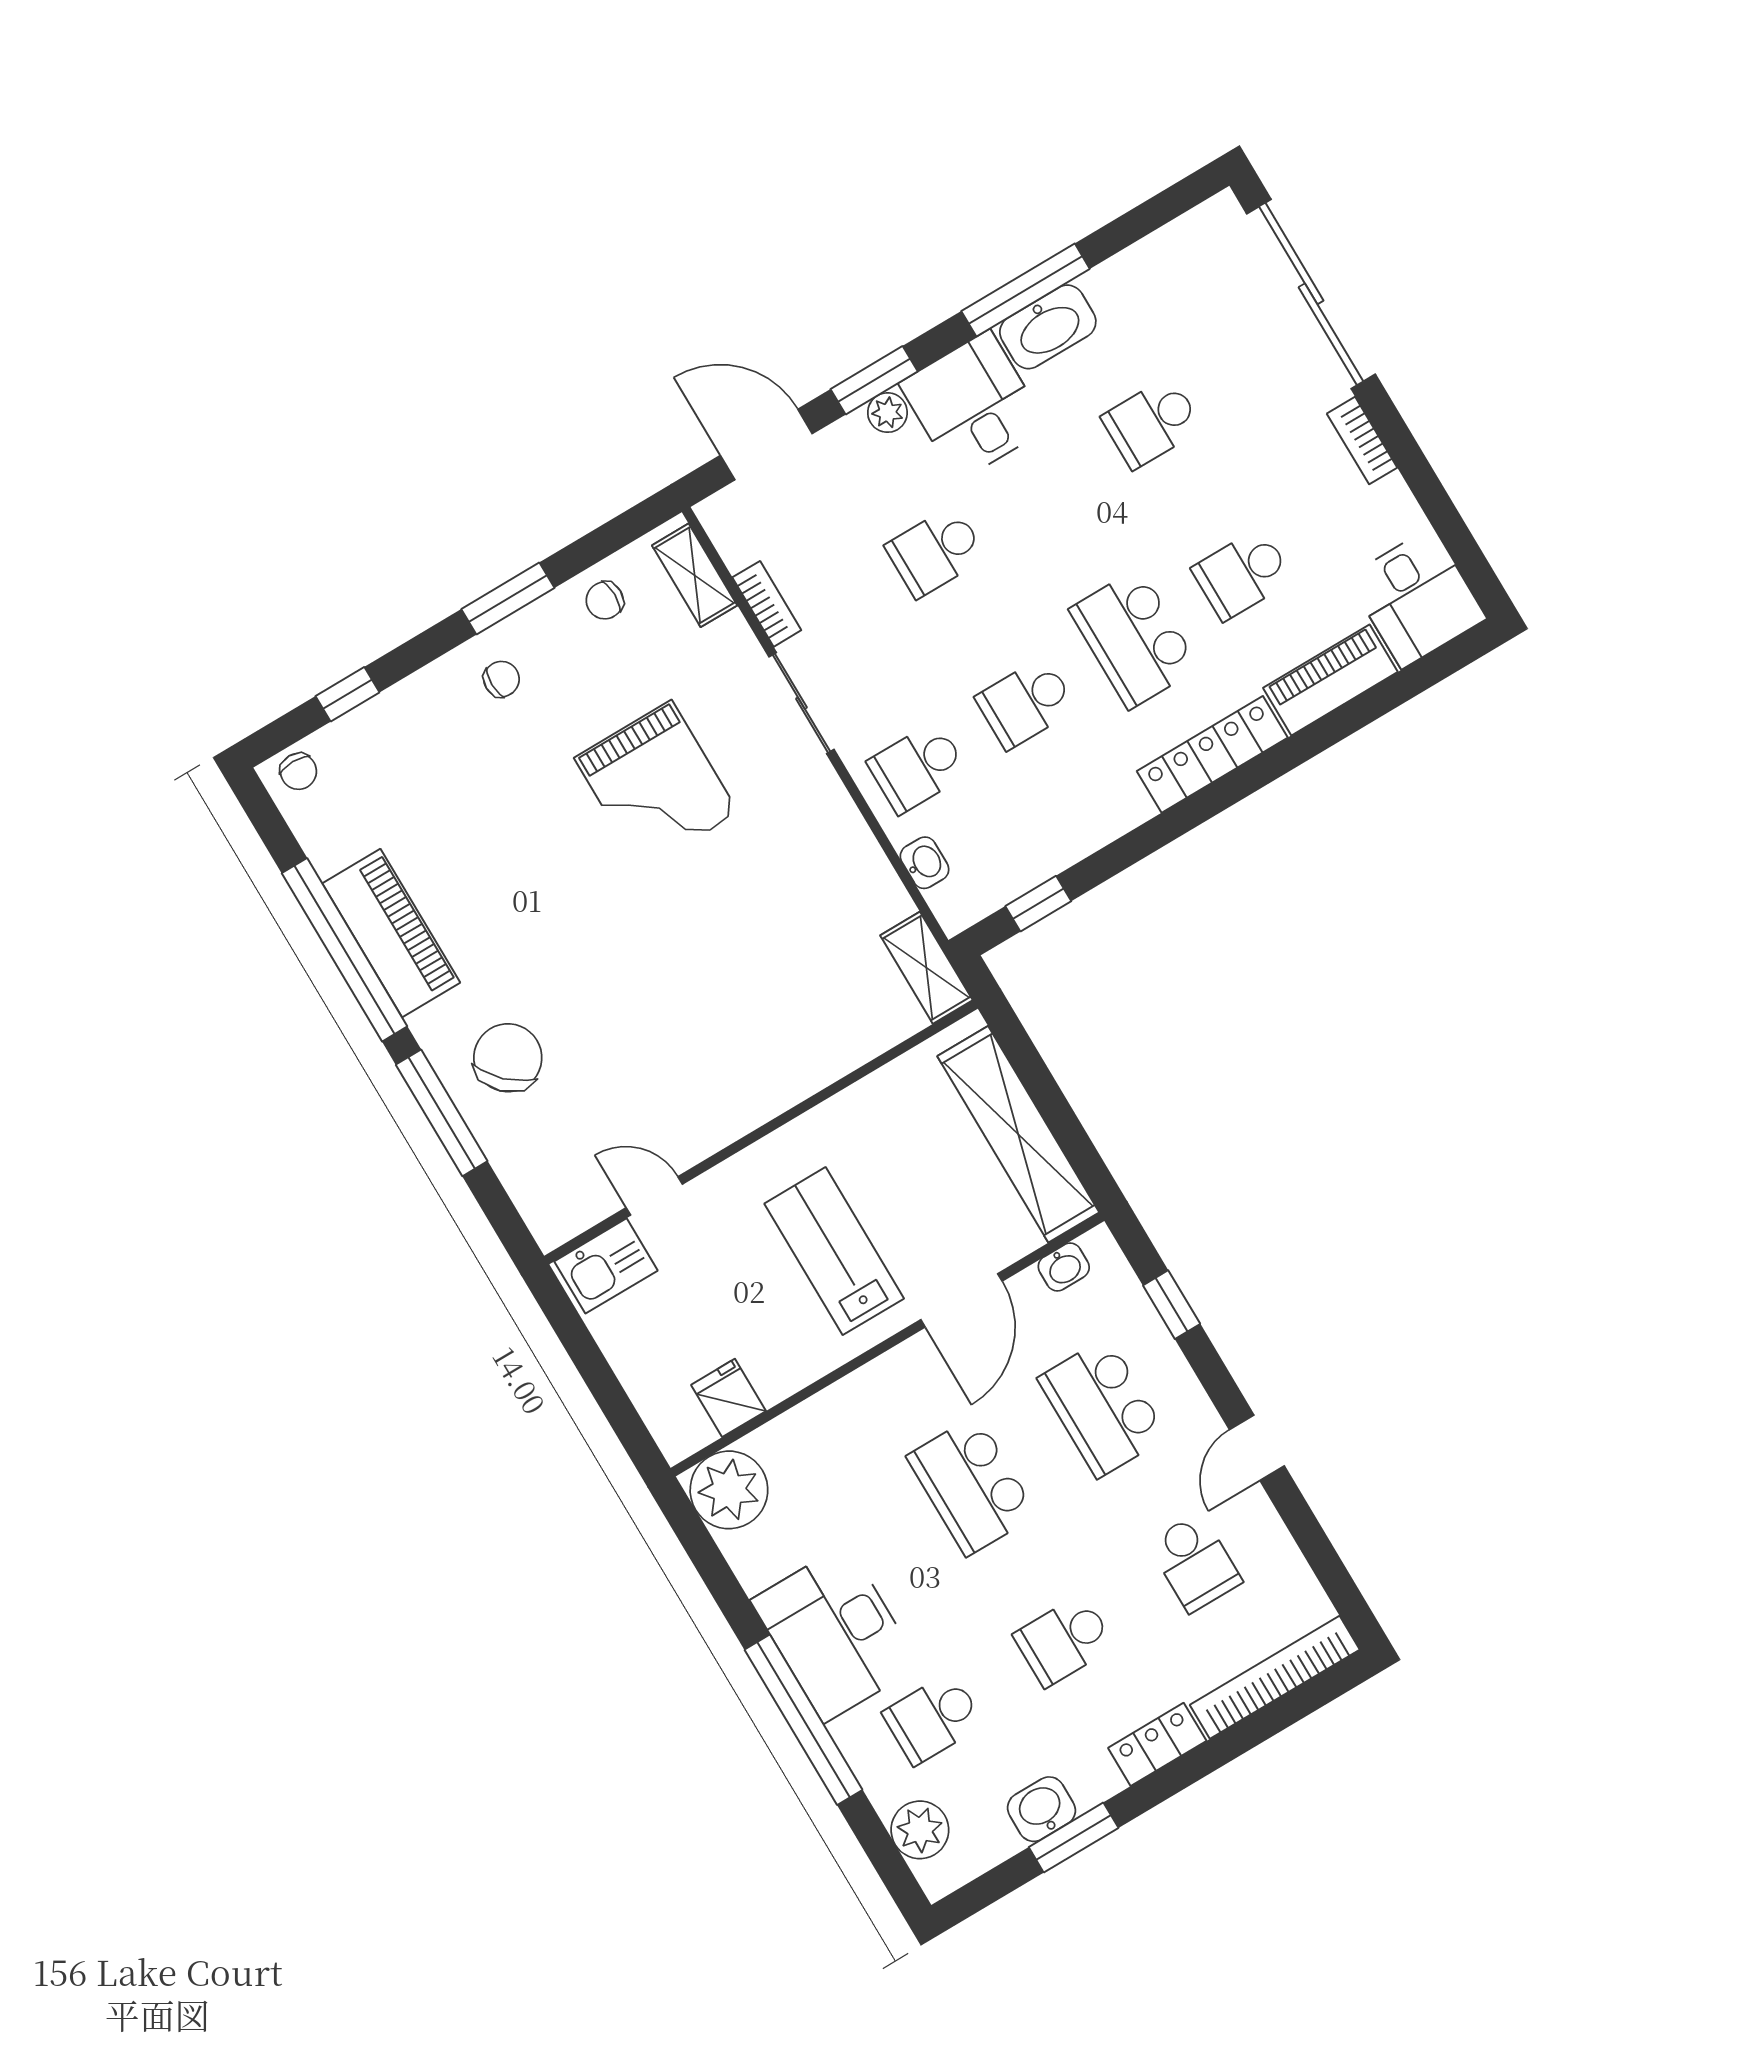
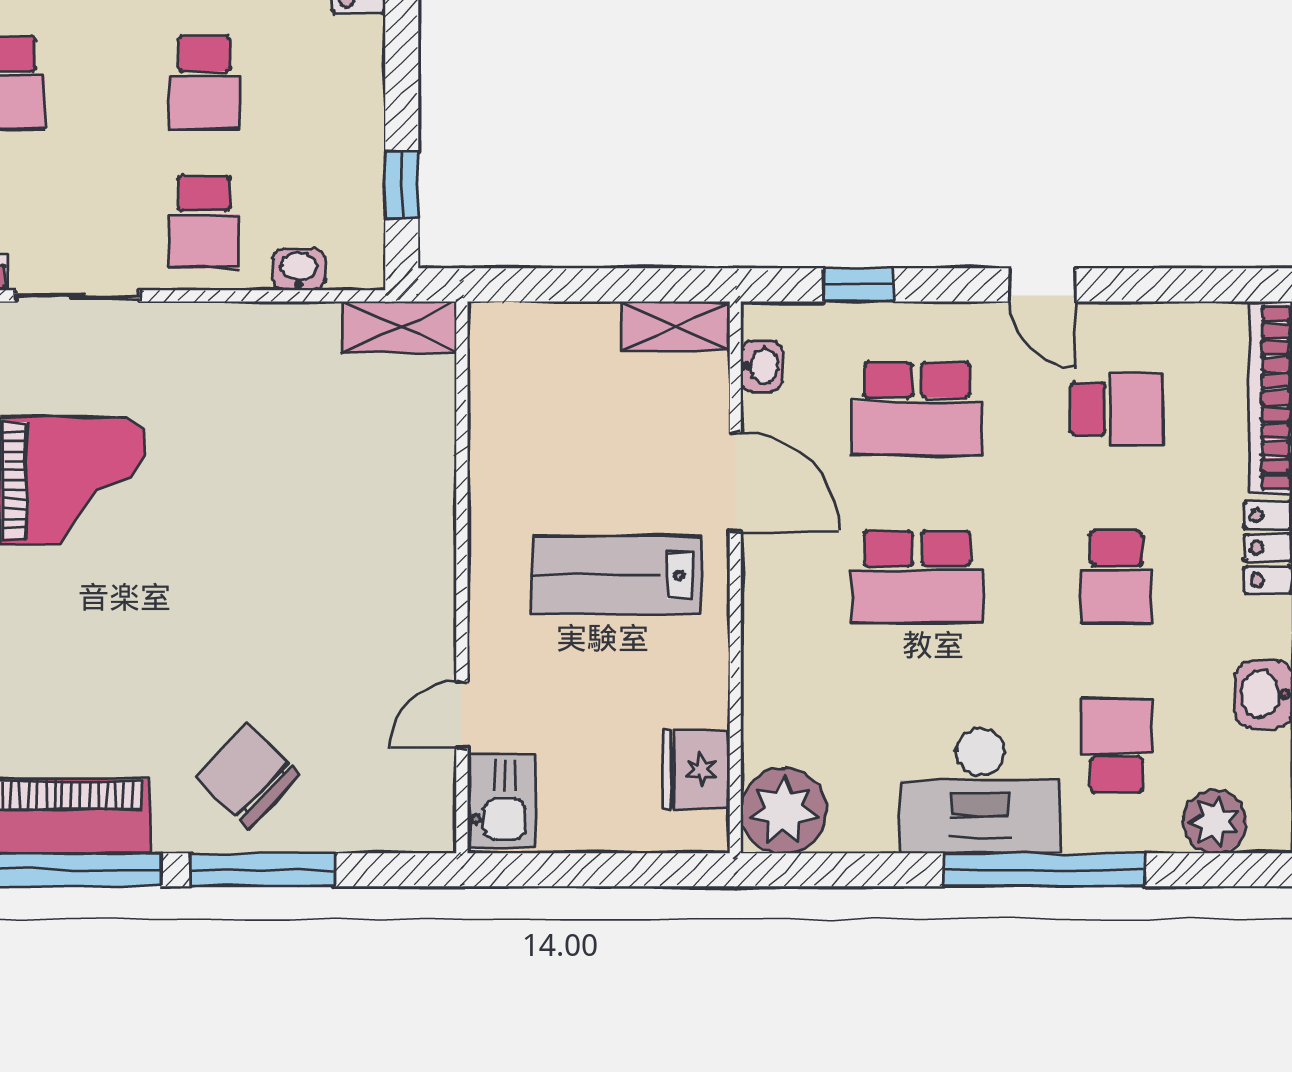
shelving: (1018, 1134) -> (675, 326), width x0.45, depth x0.75
fridge: (729, 1398) -> (696, 770), width x1.38
school desk: (933, 1718) -> (1117, 746), turned 180

